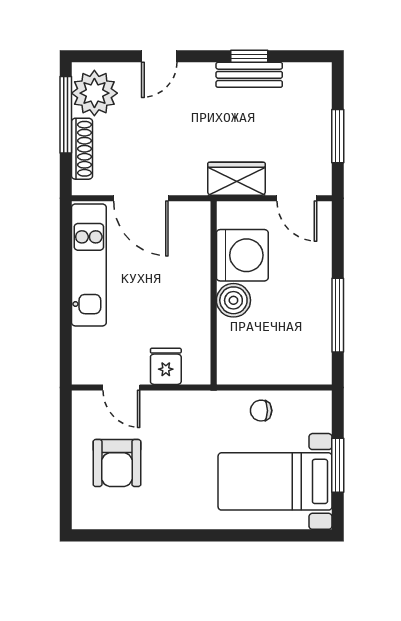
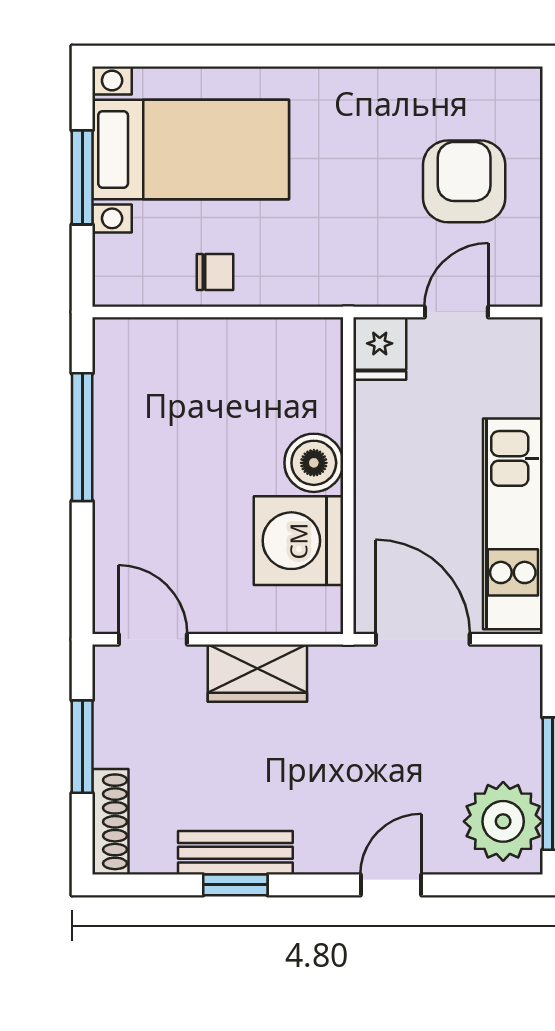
shoe rack: (82, 149) -> (110, 822), moved, turned 180
washing machine: (242, 255) -> (298, 541), moved
wall: (214, 293) -> (348, 476), moved
boiler: (233, 300) -> (314, 463), moved
door: (121, 387) -> (456, 312), hinge flipped

